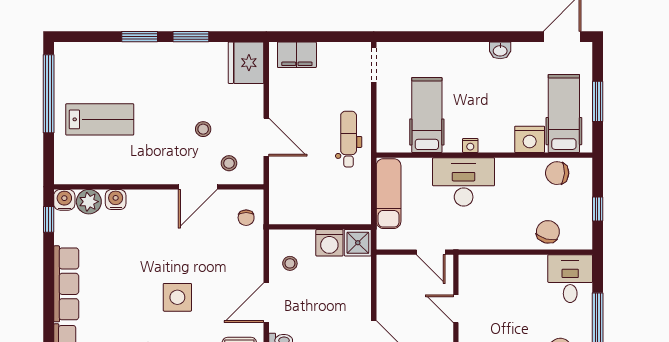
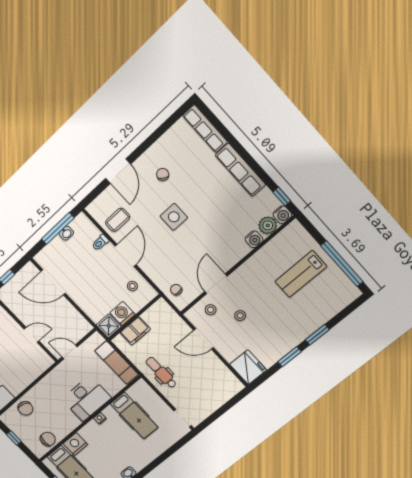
filing cabinet: (297, 55) -> (135, 331), moved, turned 180
dental chair: (349, 139) -> (161, 373), turned 180

